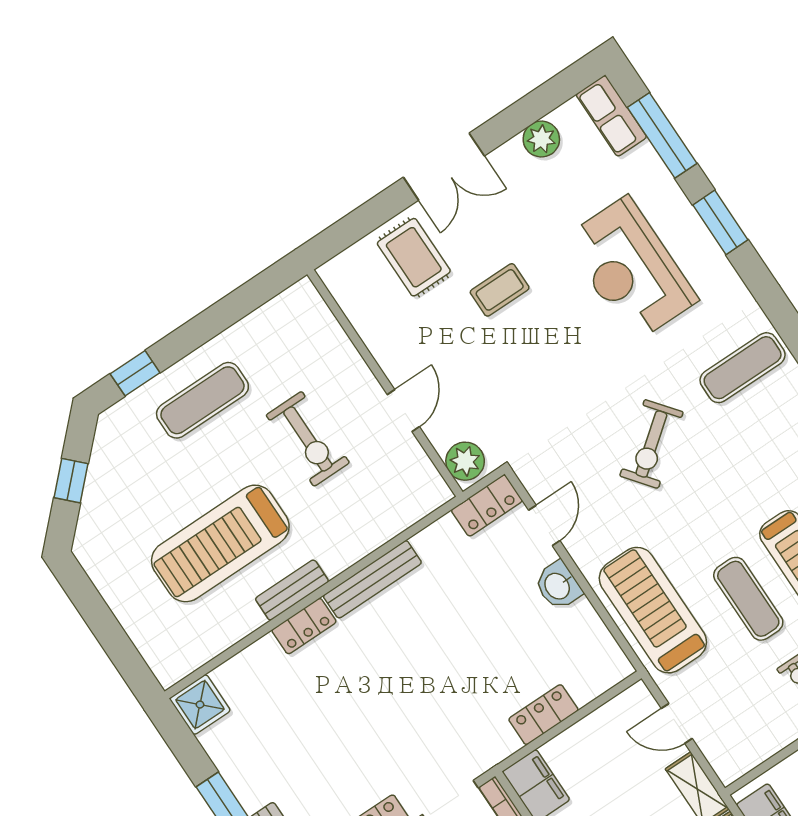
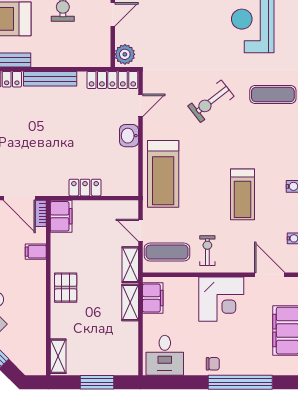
locker: (487, 505) -> (112, 80), width x1.53
exercise mat: (748, 599) -> (167, 252), moved, turned 90
treadmill: (653, 610) -> (163, 174), turned 180

